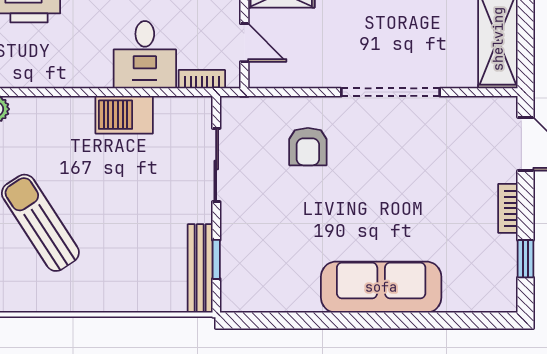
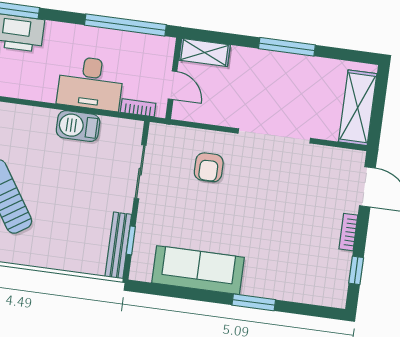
desk: (145, 55) -> (90, 83), width x1.37
sofa: (381, 287) -> (198, 270), moved
window: (393, 320) -> (254, 302), added

